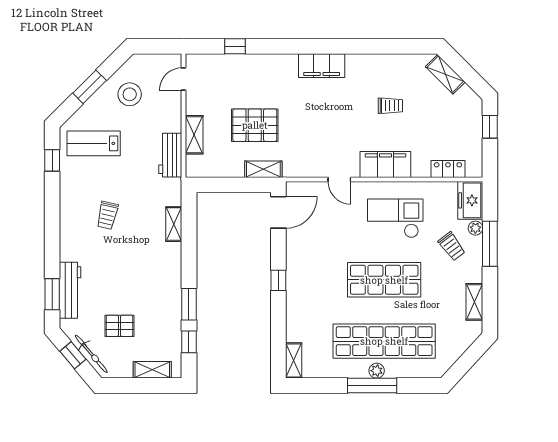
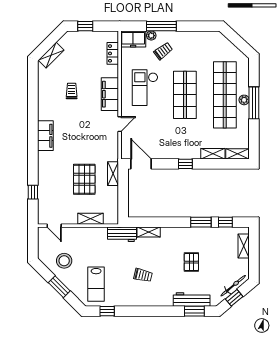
workbench: (170, 155) -> (122, 234), moved
shelving: (474, 302) -> (213, 154), moved
pallet: (119, 326) -> (191, 262), moved

